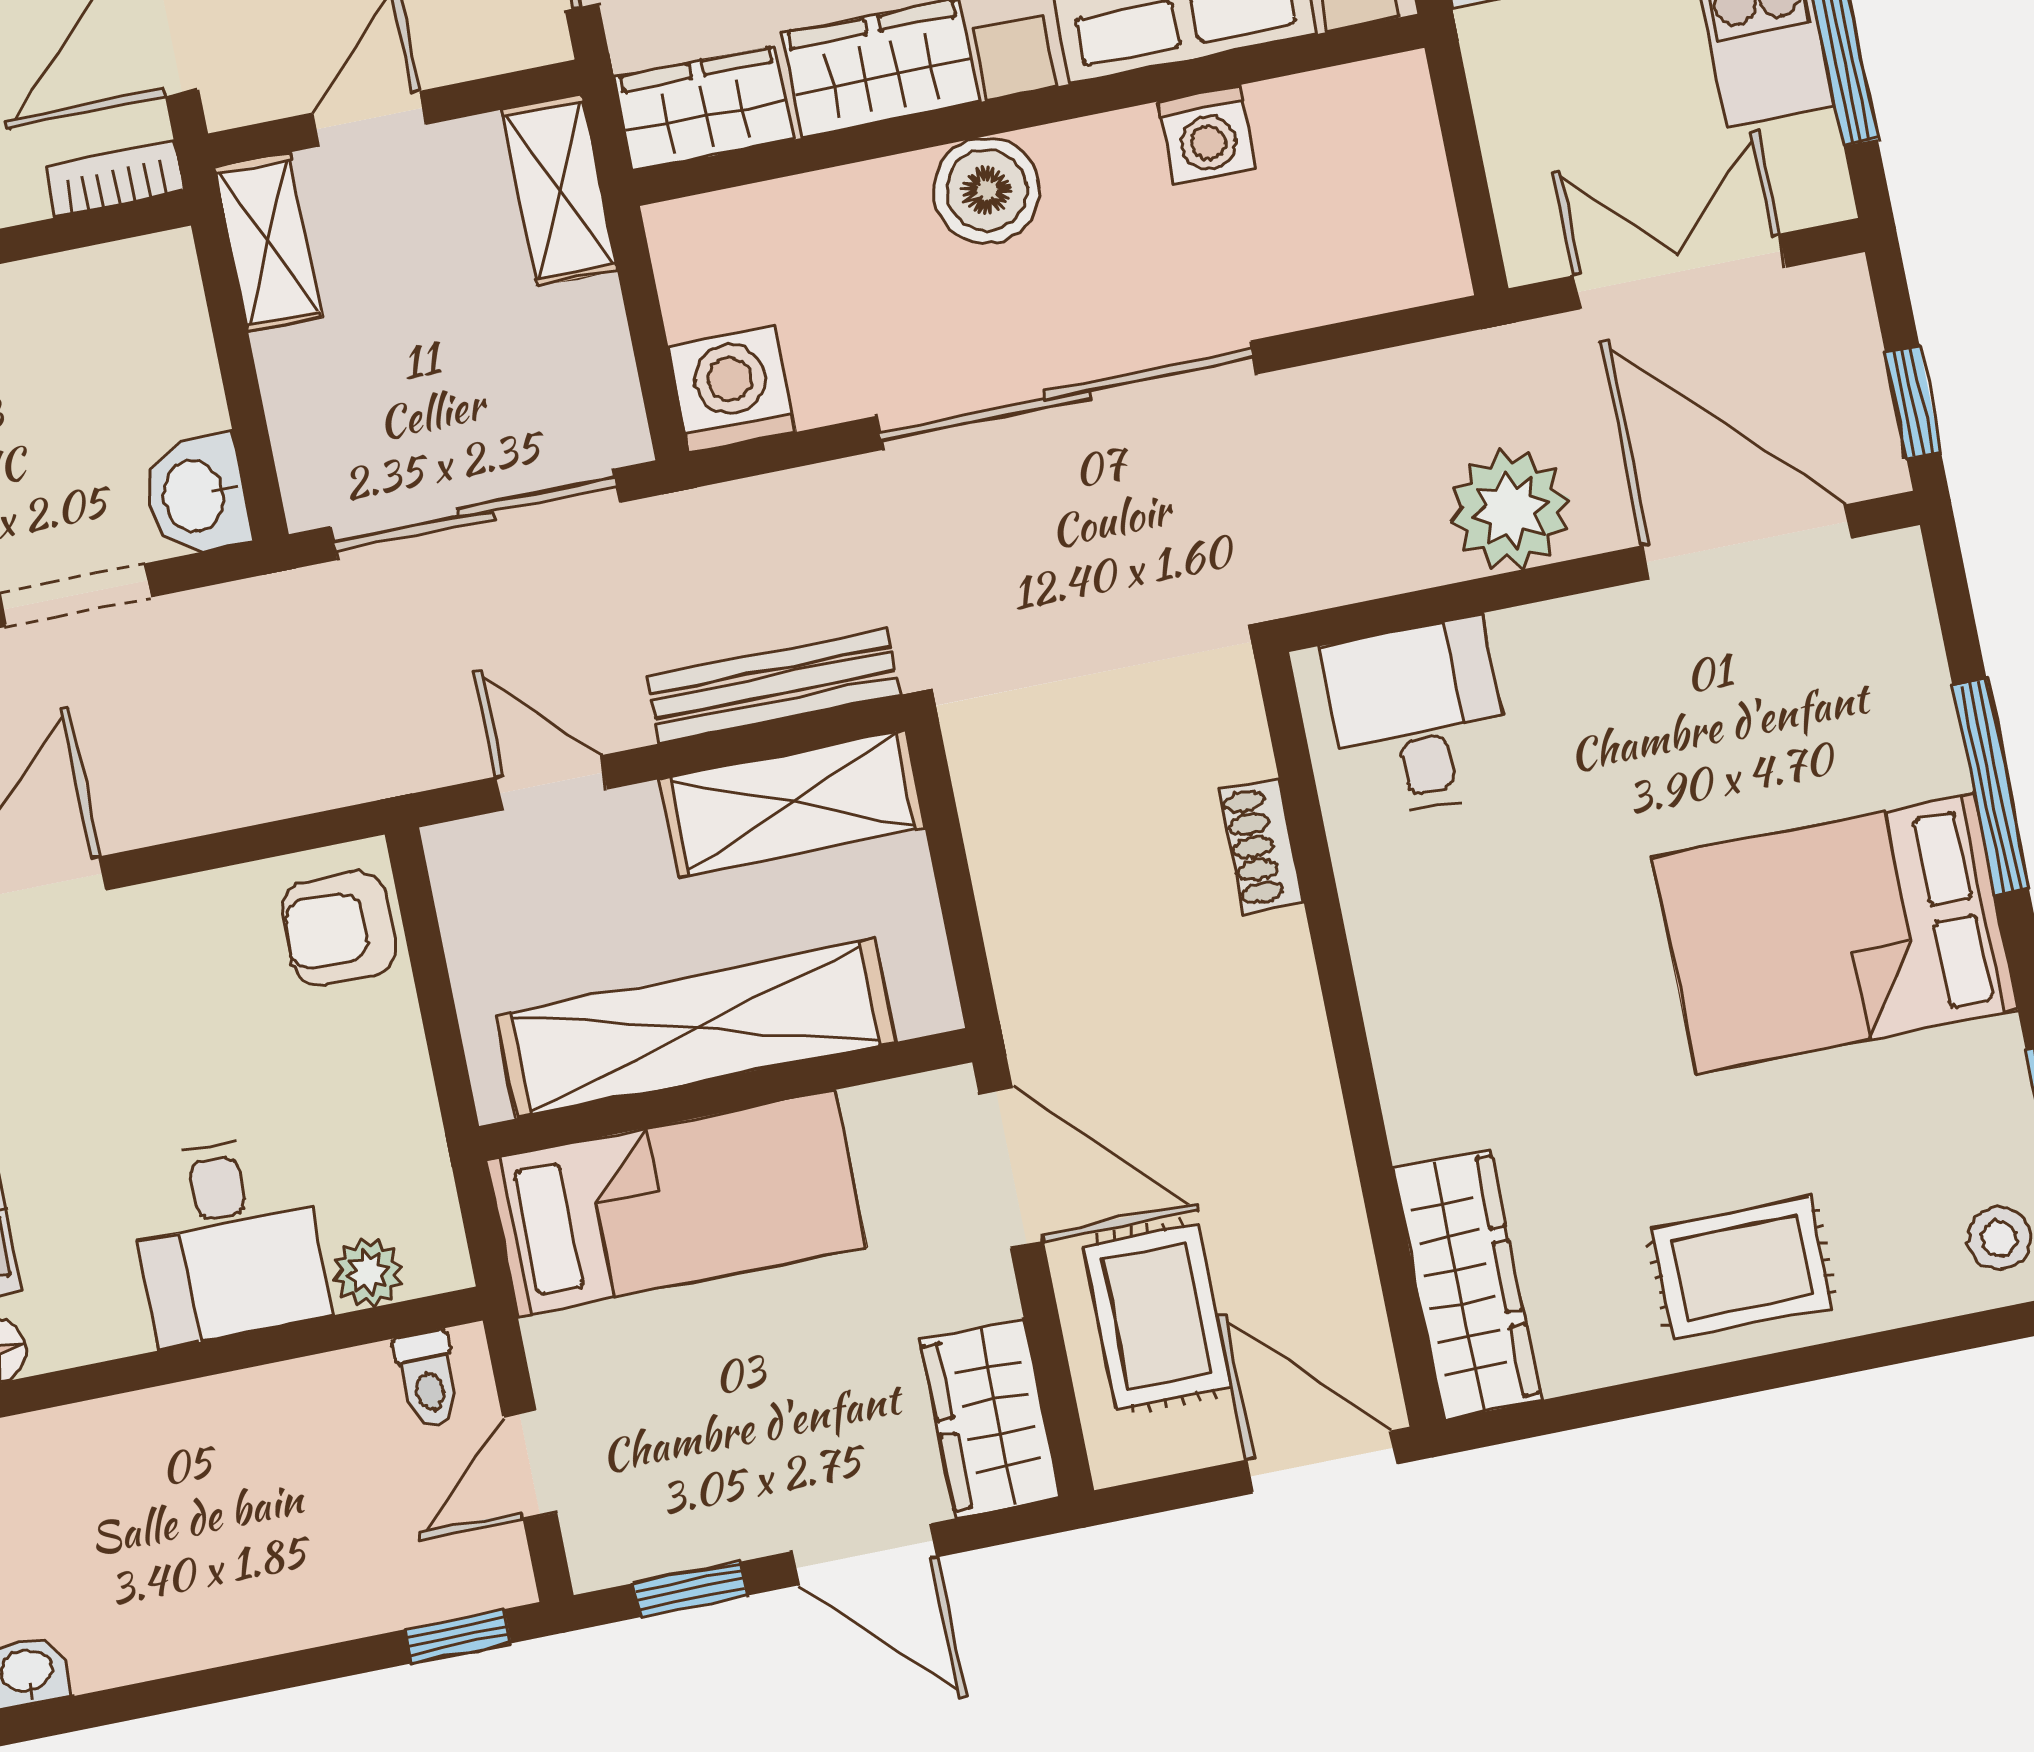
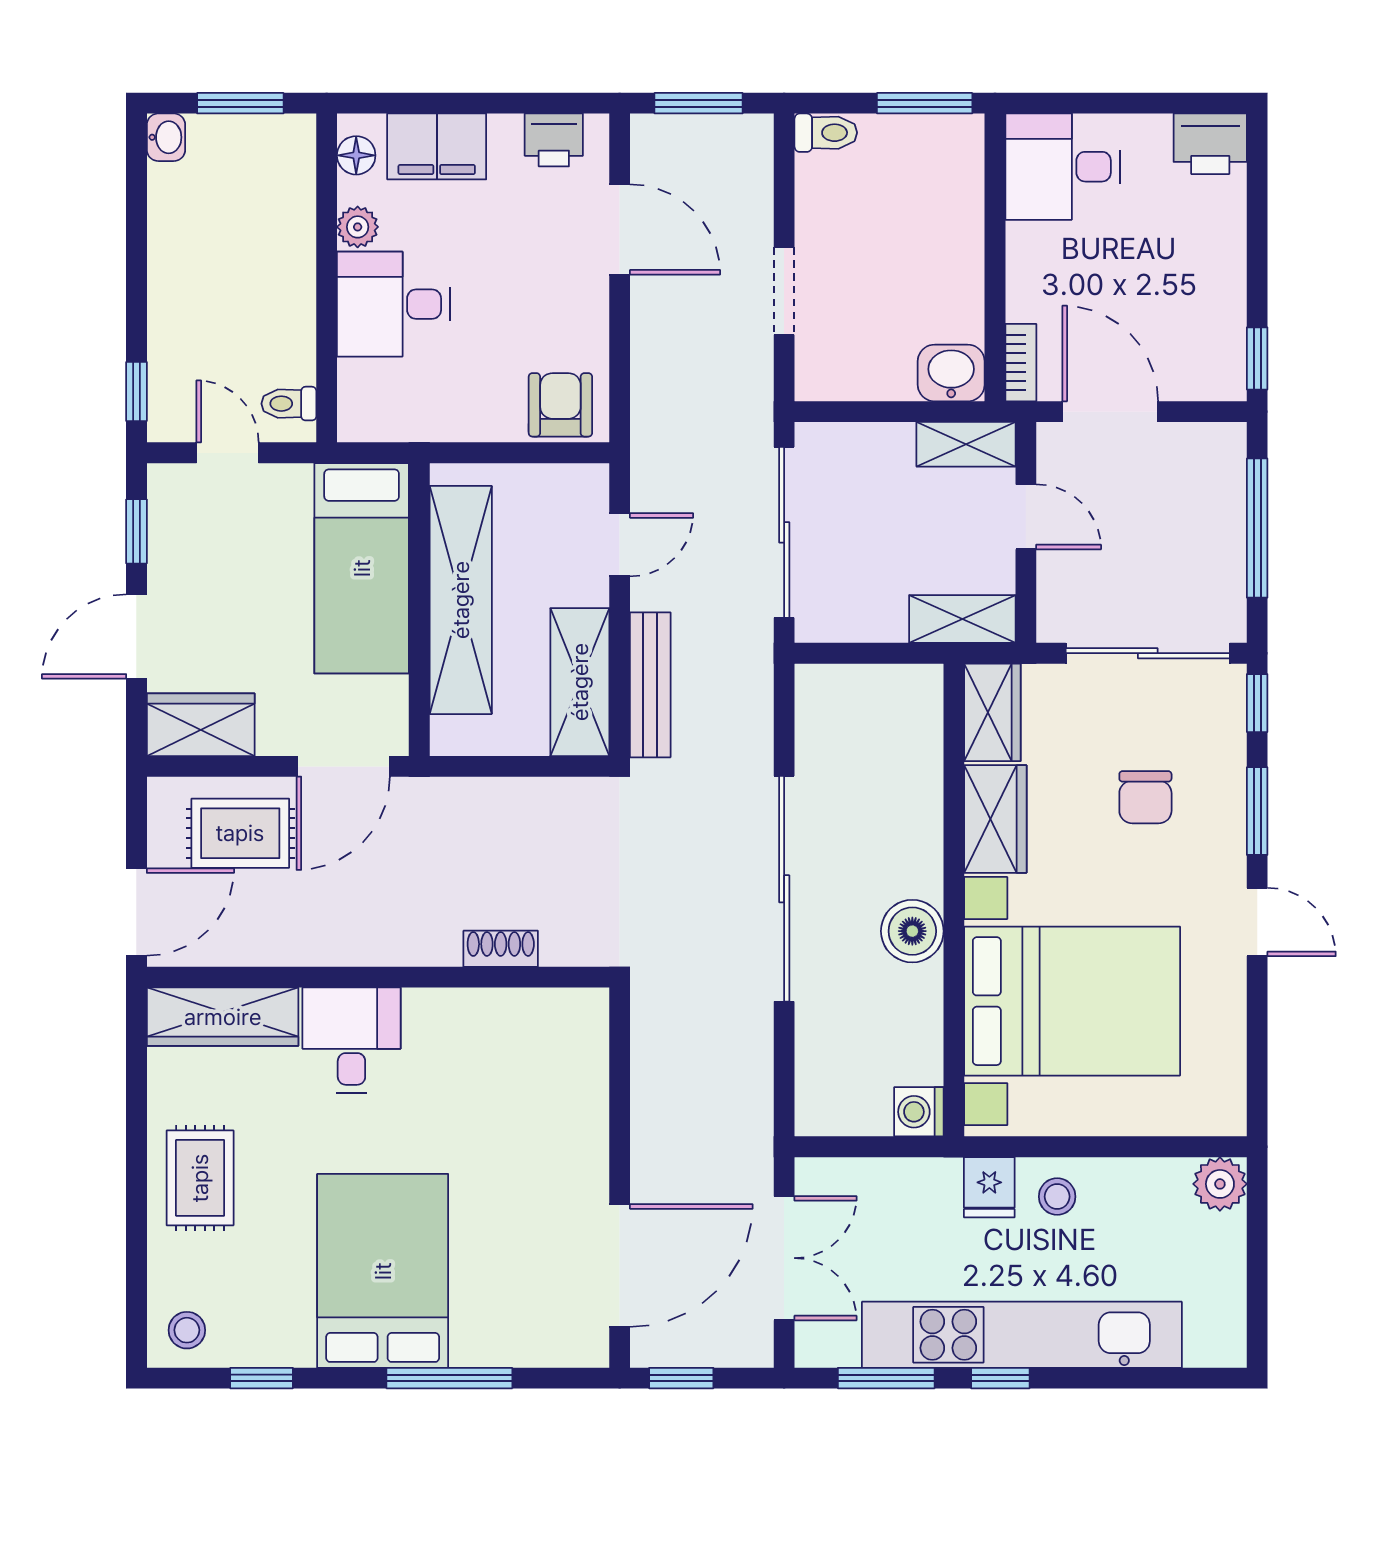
washing machine: (1207, 134) -> (919, 1112), moved
boiler: (987, 190) -> (912, 931), moved
washing machine: (732, 390) -> (826, 696), removed
washbasin: (196, 495) -> (951, 373), moved
plant: (1510, 510) -> (666, 1132), removed
desk: (1418, 718) -> (351, 1040), moved, turned -90
plant: (368, 1273) -> (358, 227), moved

